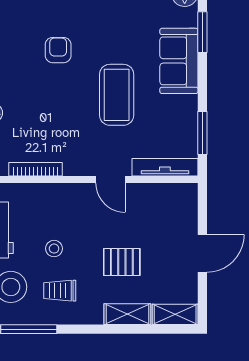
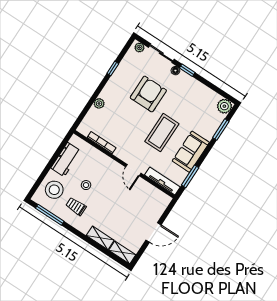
armchair: (58, 50) -> (148, 94), width x1.88, depth x1.88
sofa: (179, 61) -> (191, 152), moved
pallet: (122, 262) -> (113, 212), removed

